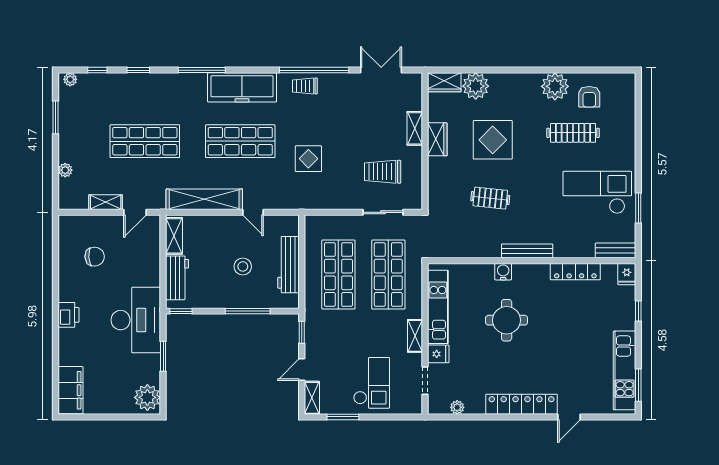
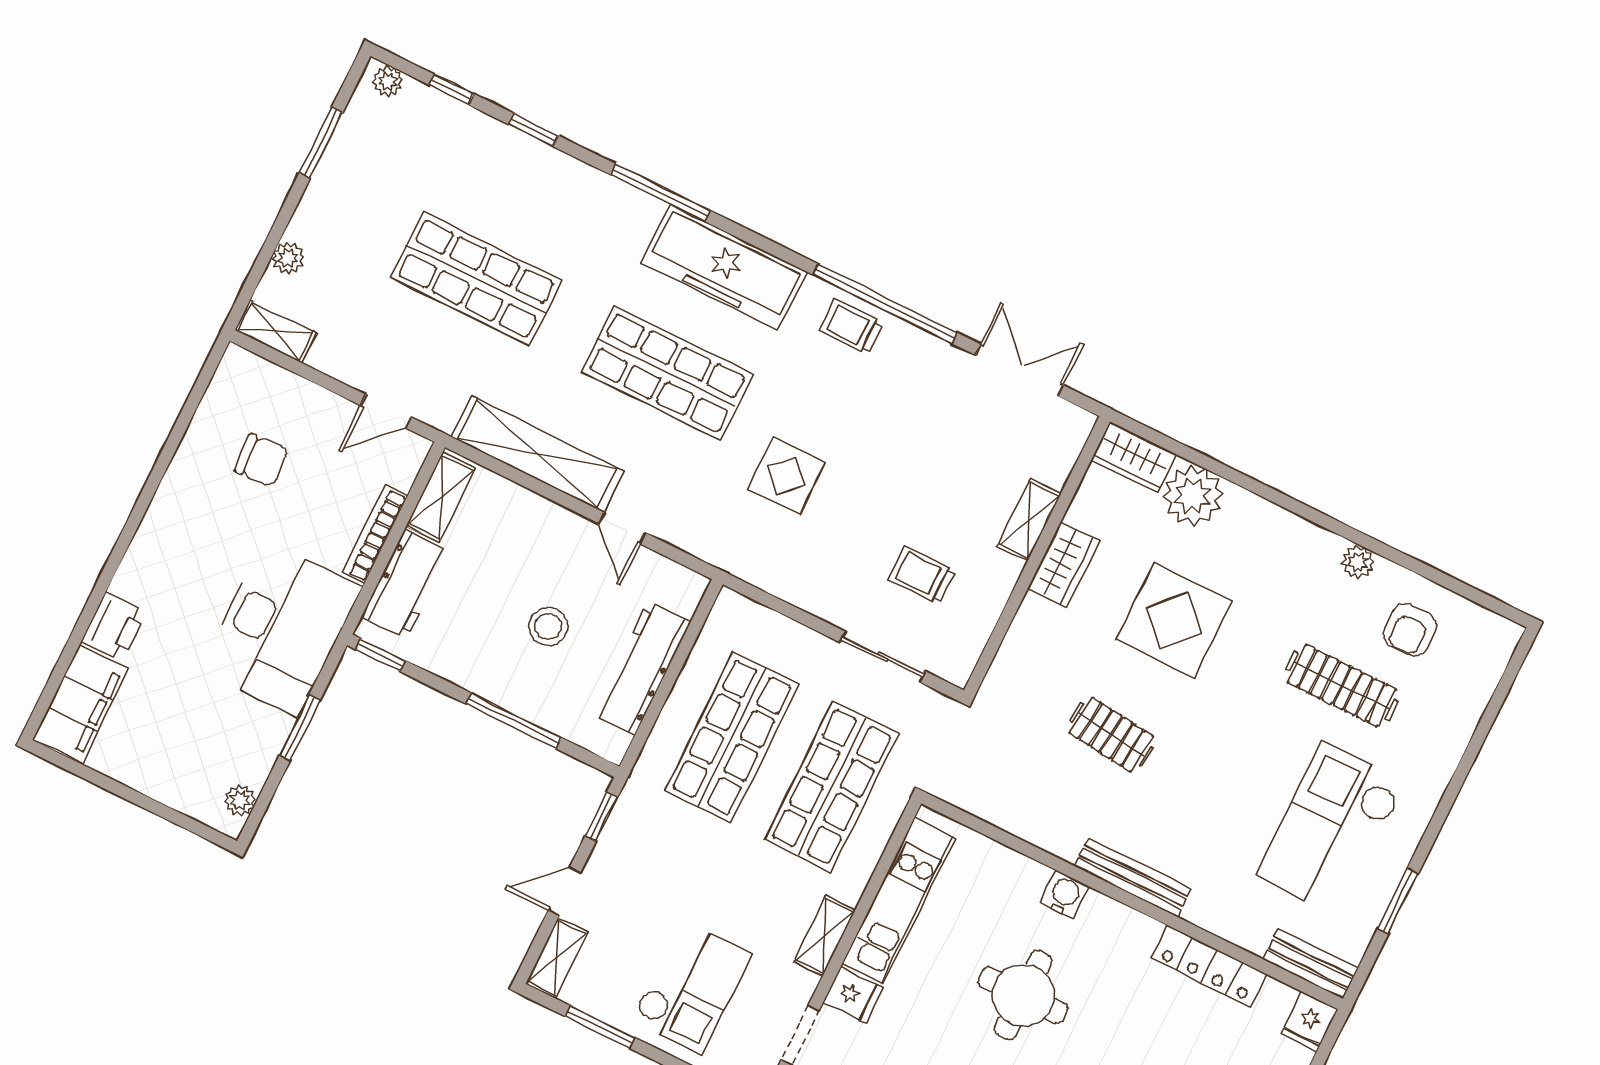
plant: (555, 86) -> (1358, 562), width x0.53, depth x0.53
trolley: (383, 172) -> (922, 575), width x0.73, depth x0.72
checkout: (597, 192) -> (1331, 829), turned -90
shelving: (106, 202) -> (275, 332), moved
bookcase: (155, 264) -> (375, 534), added
printer: (68, 315) -> (114, 627), moved
plant: (147, 397) -> (240, 800), width x0.53, depth x0.53

